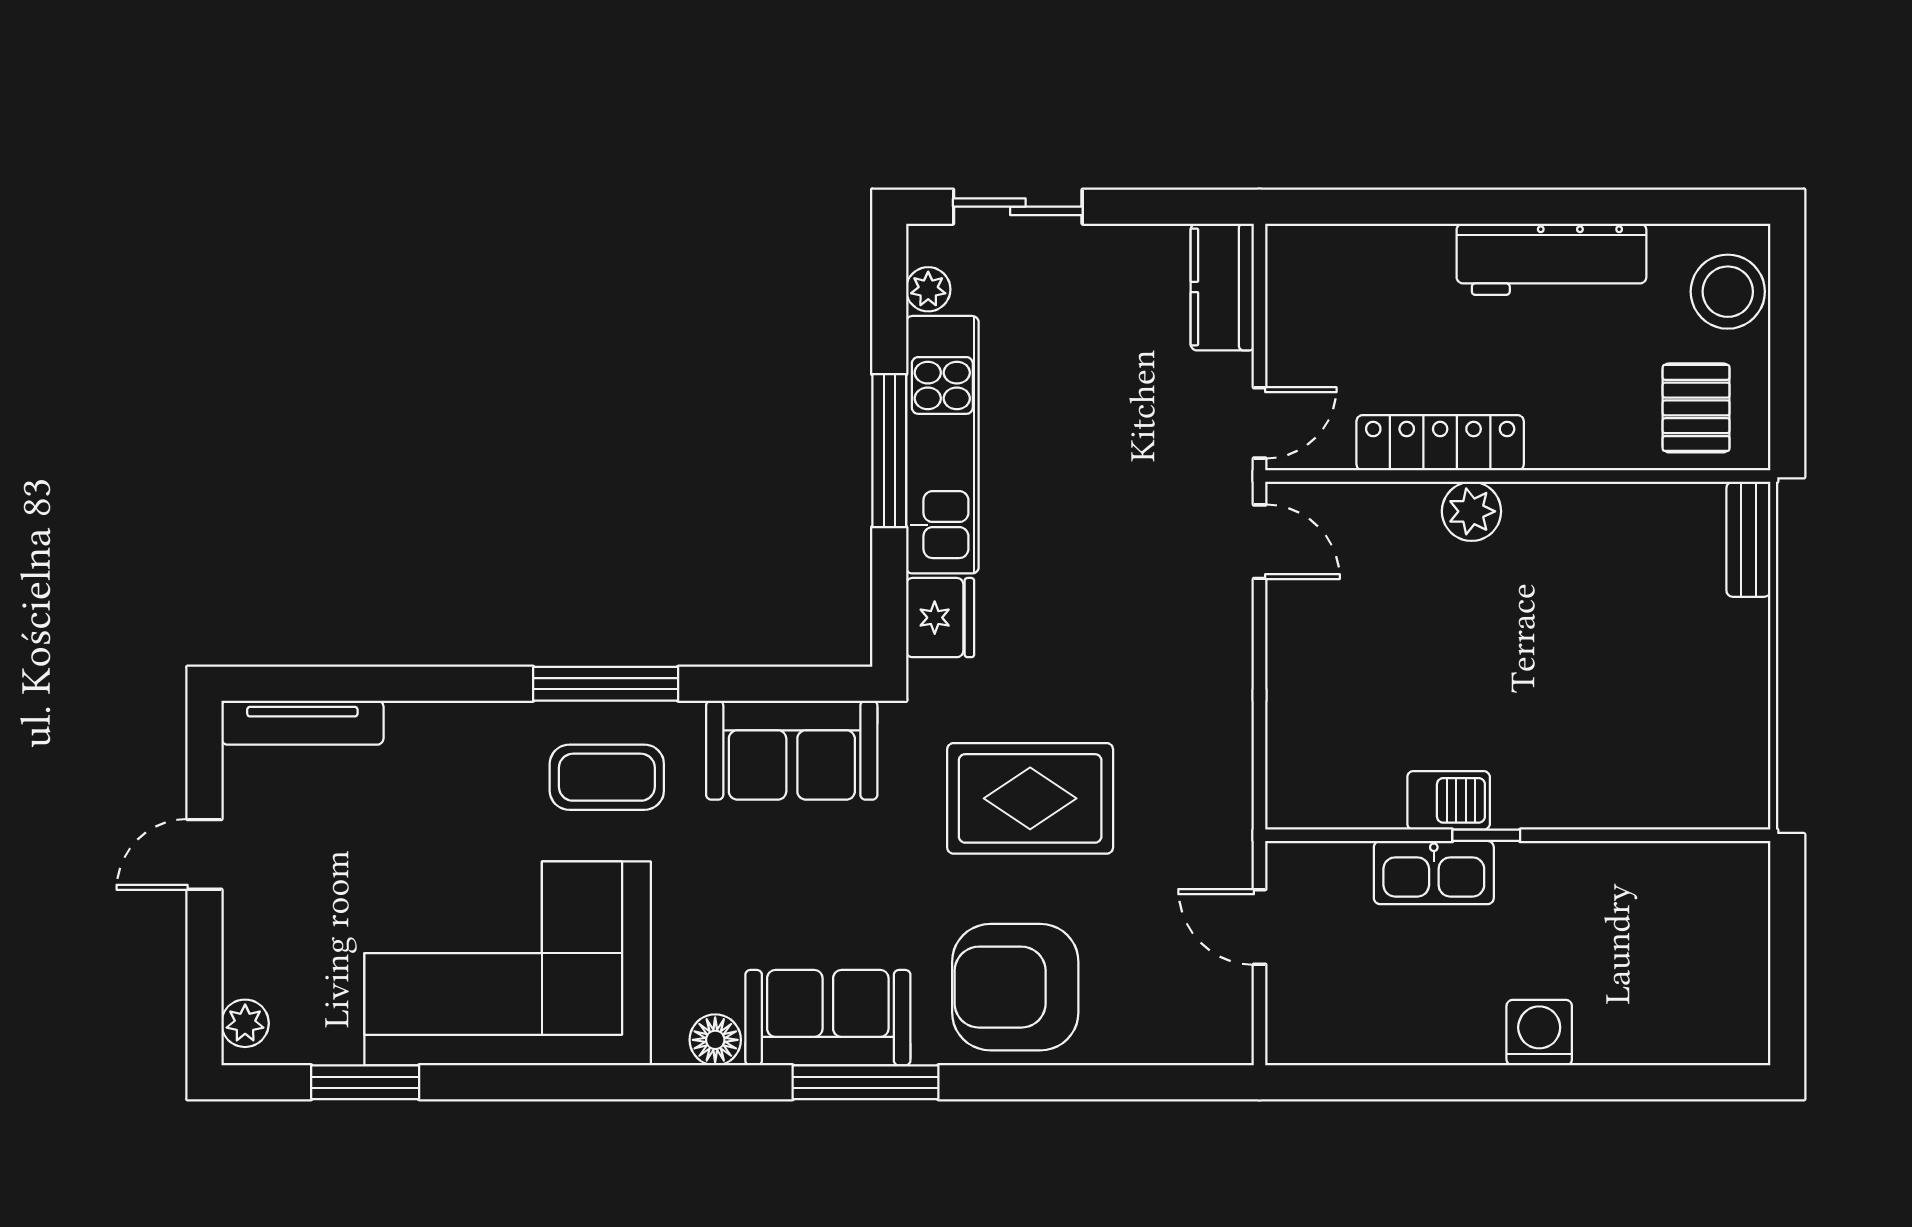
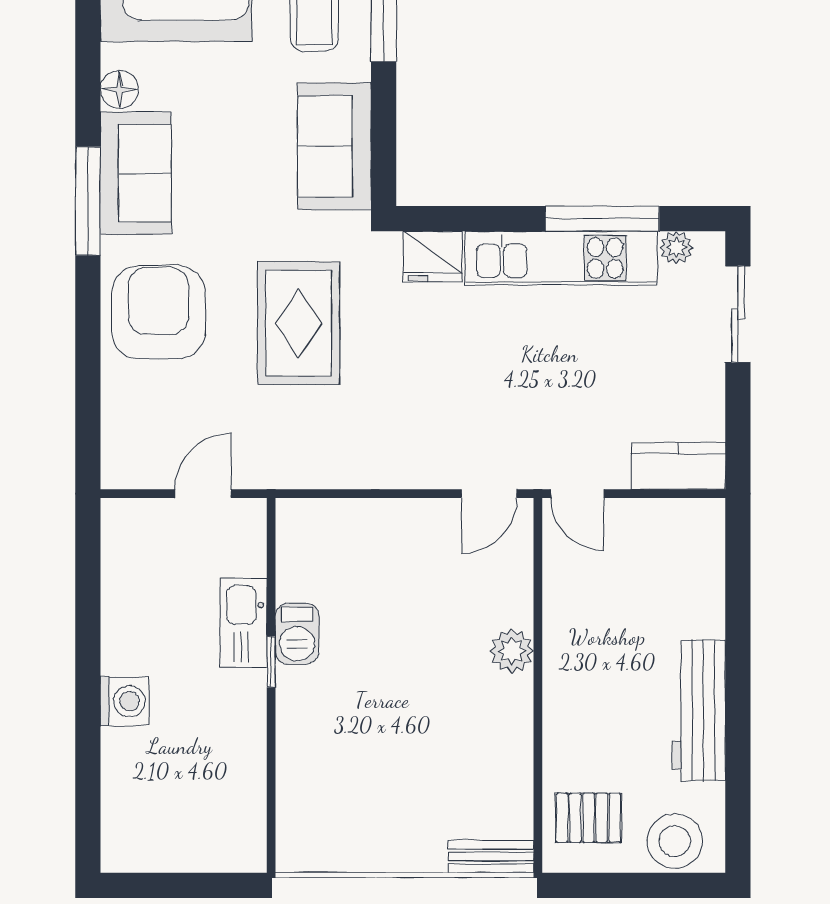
locker: (1440, 443) -> (563, 628), removed
window: (889, 451) -> (602, 219), moved

